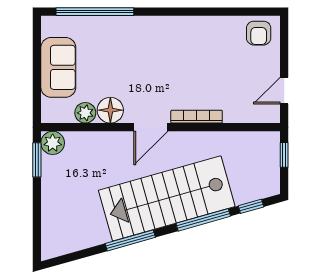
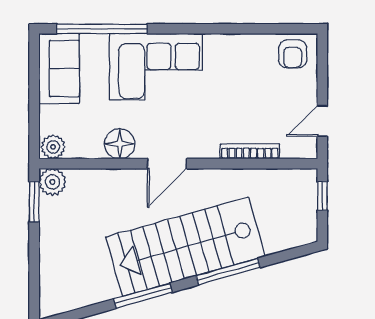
corner sofa: (141, 44) -> (156, 67), added
sofa: (58, 67) -> (59, 69), moved
plant: (85, 113) -> (53, 147), moved
bookcase: (197, 117) -> (250, 151), moved
window: (251, 206) -> (284, 256), removed

